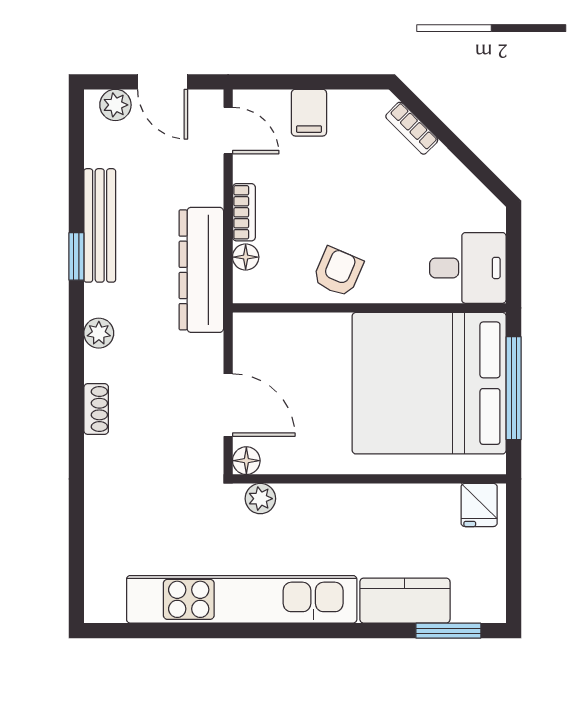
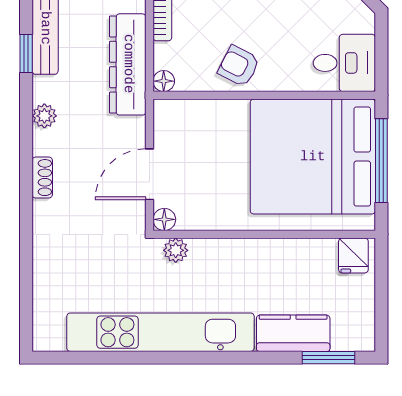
floor lamp: (246, 257) -> (164, 81), moved
armchair: (338, 272) -> (239, 66), turned -86
door: (228, 405) -> (149, 174), swing flipped

